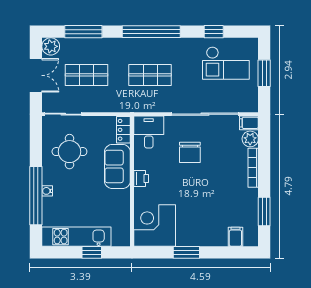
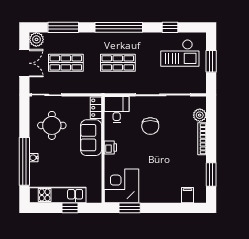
filing cabinet: (249, 123) -> (199, 102), removed
window: (186, 252) -> (130, 208), moved

